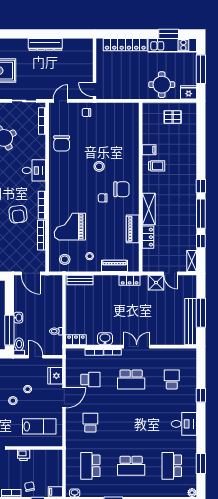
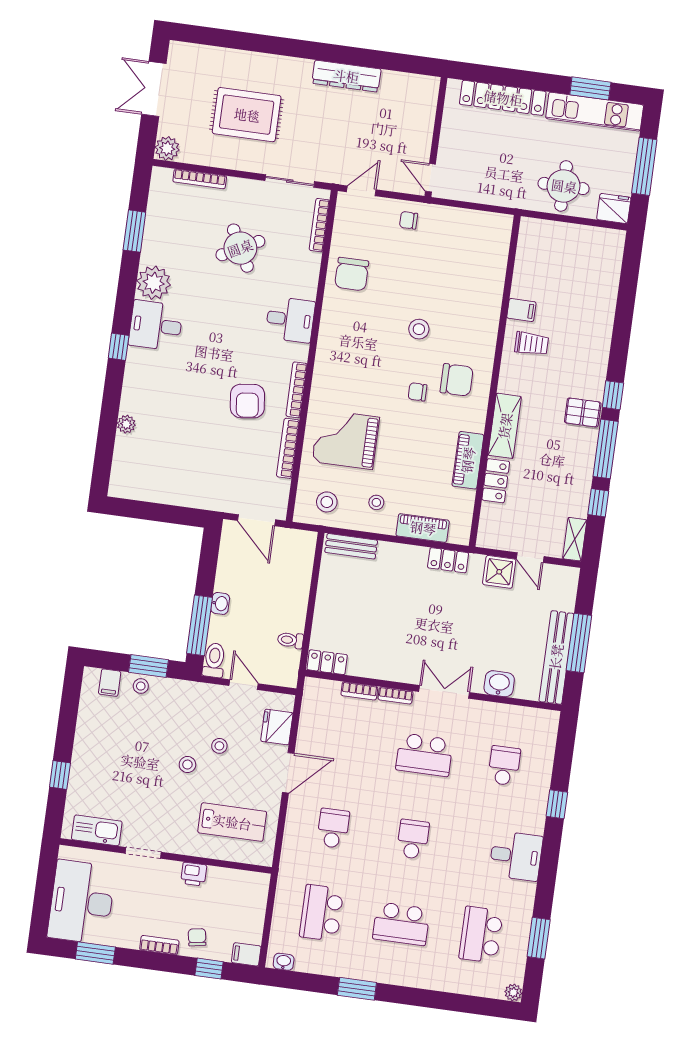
pallet: (173, 117) -> (583, 412), moved
washbasin: (105, 339) -> (499, 684), moved
school desk: (90, 379) -> (413, 839), moved, turned -90

